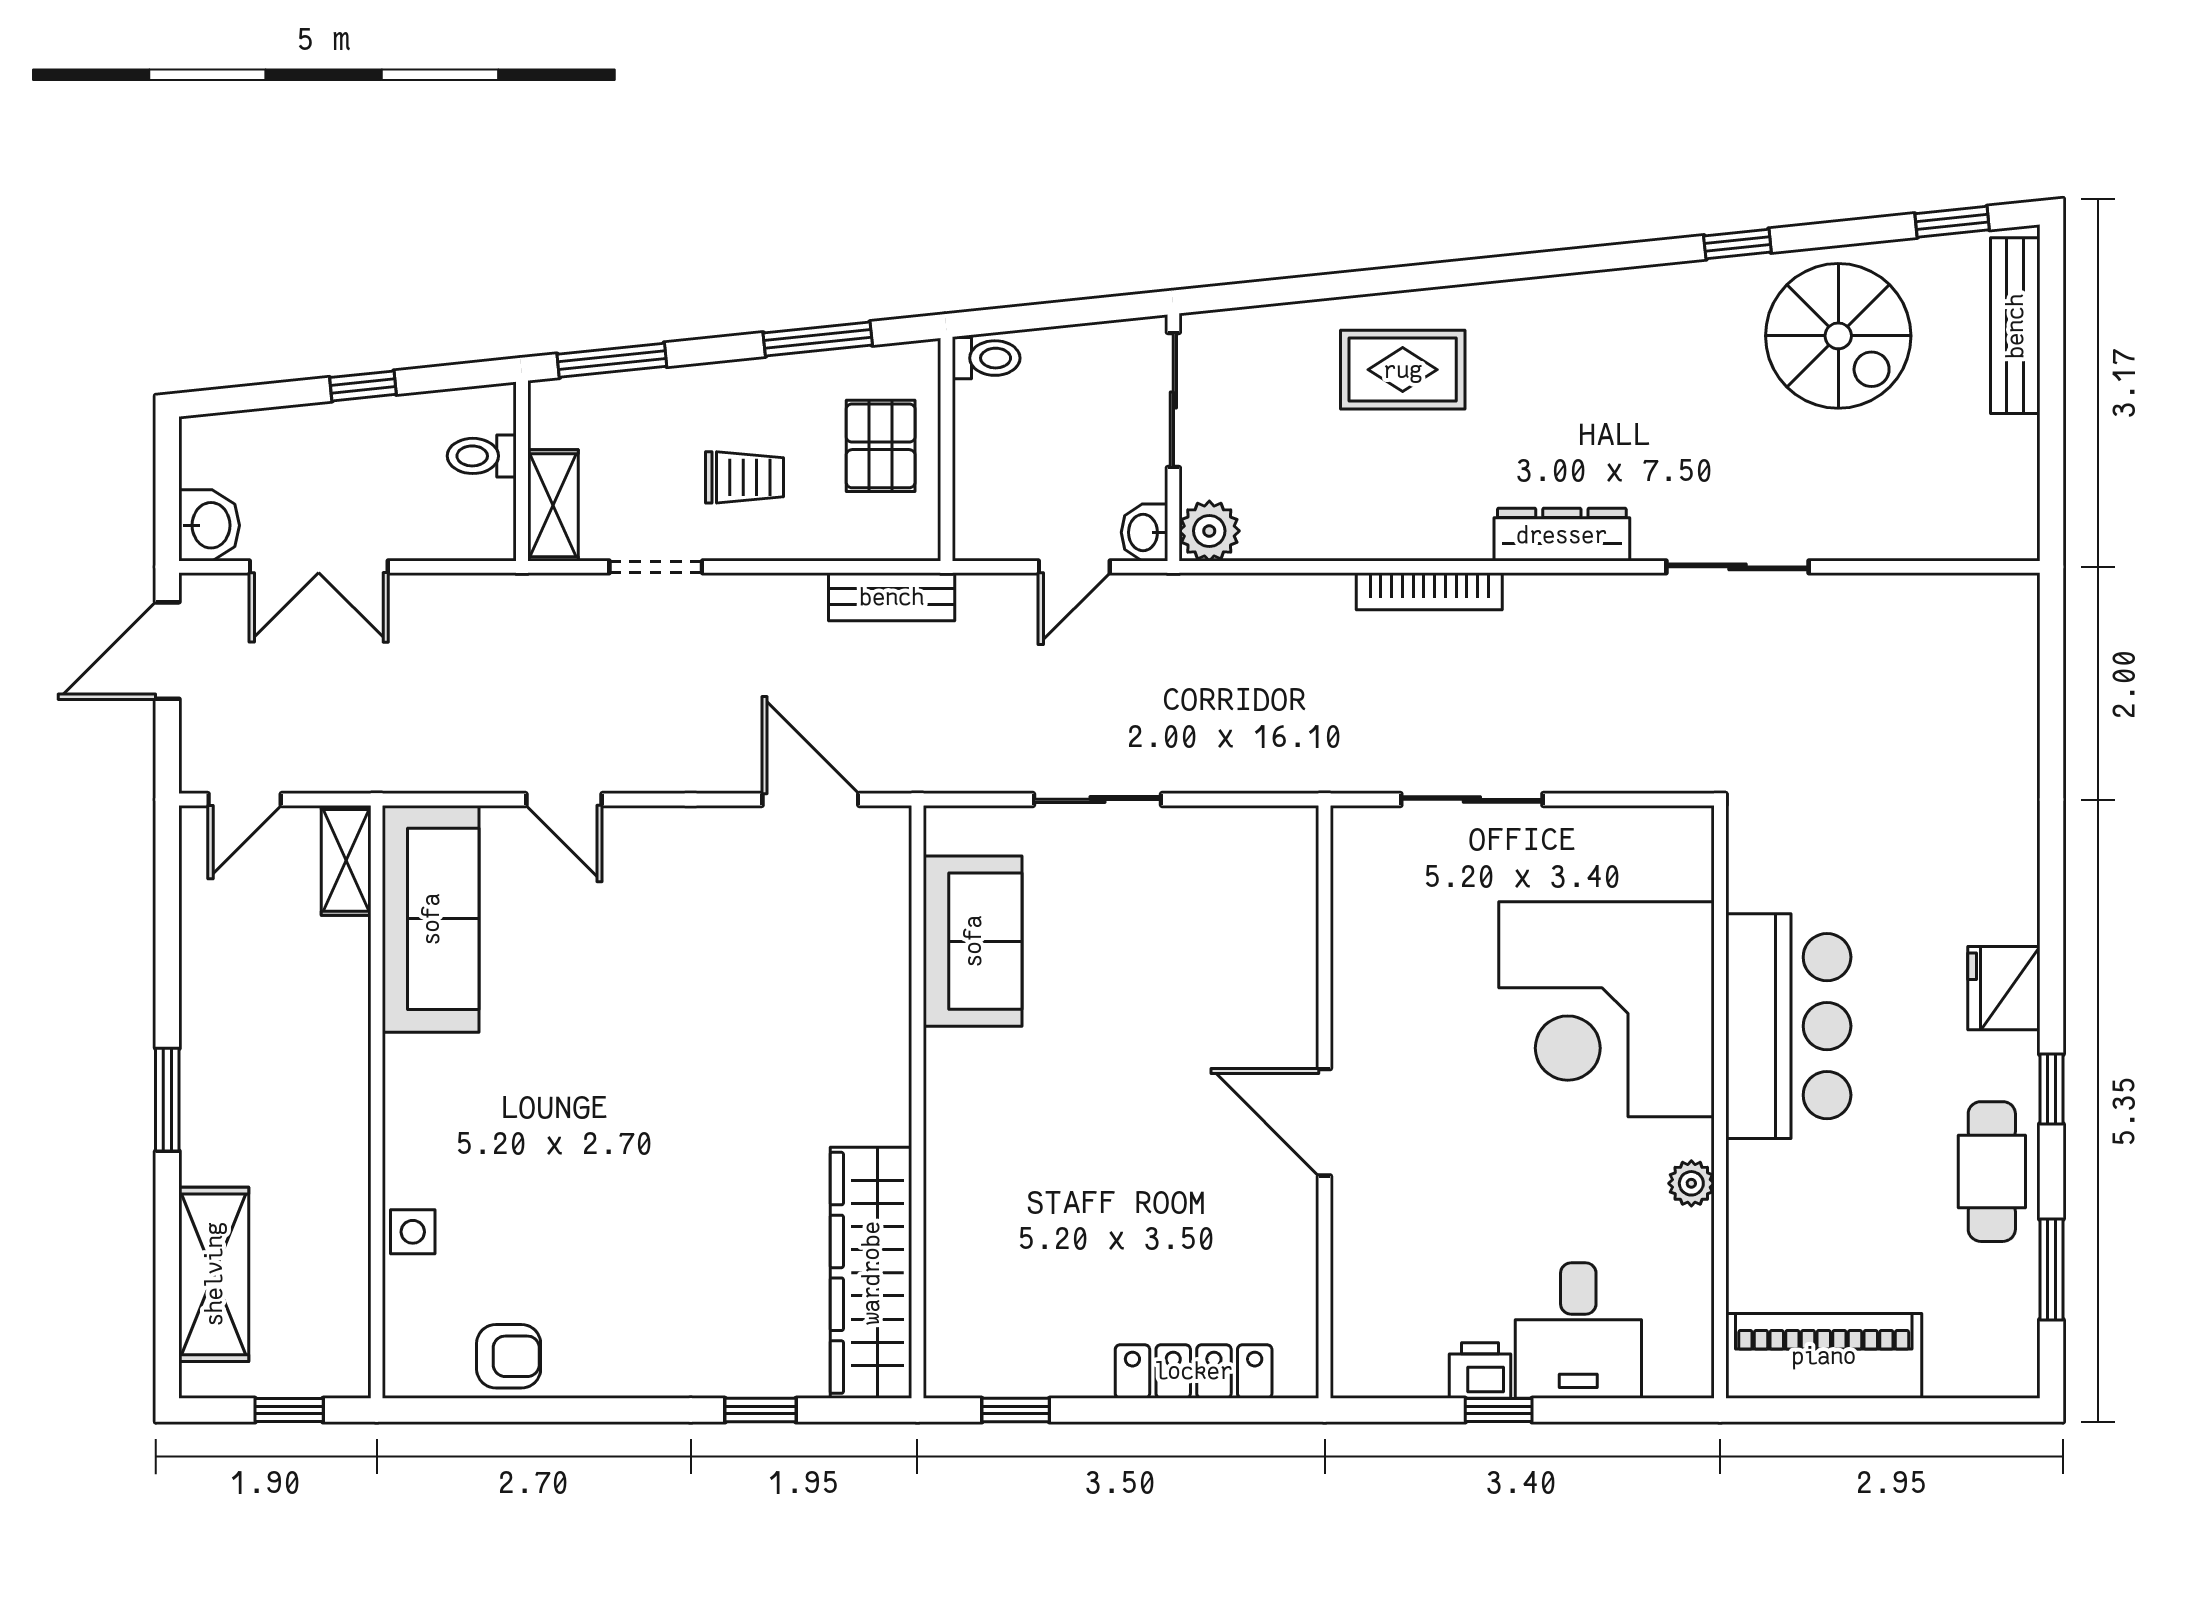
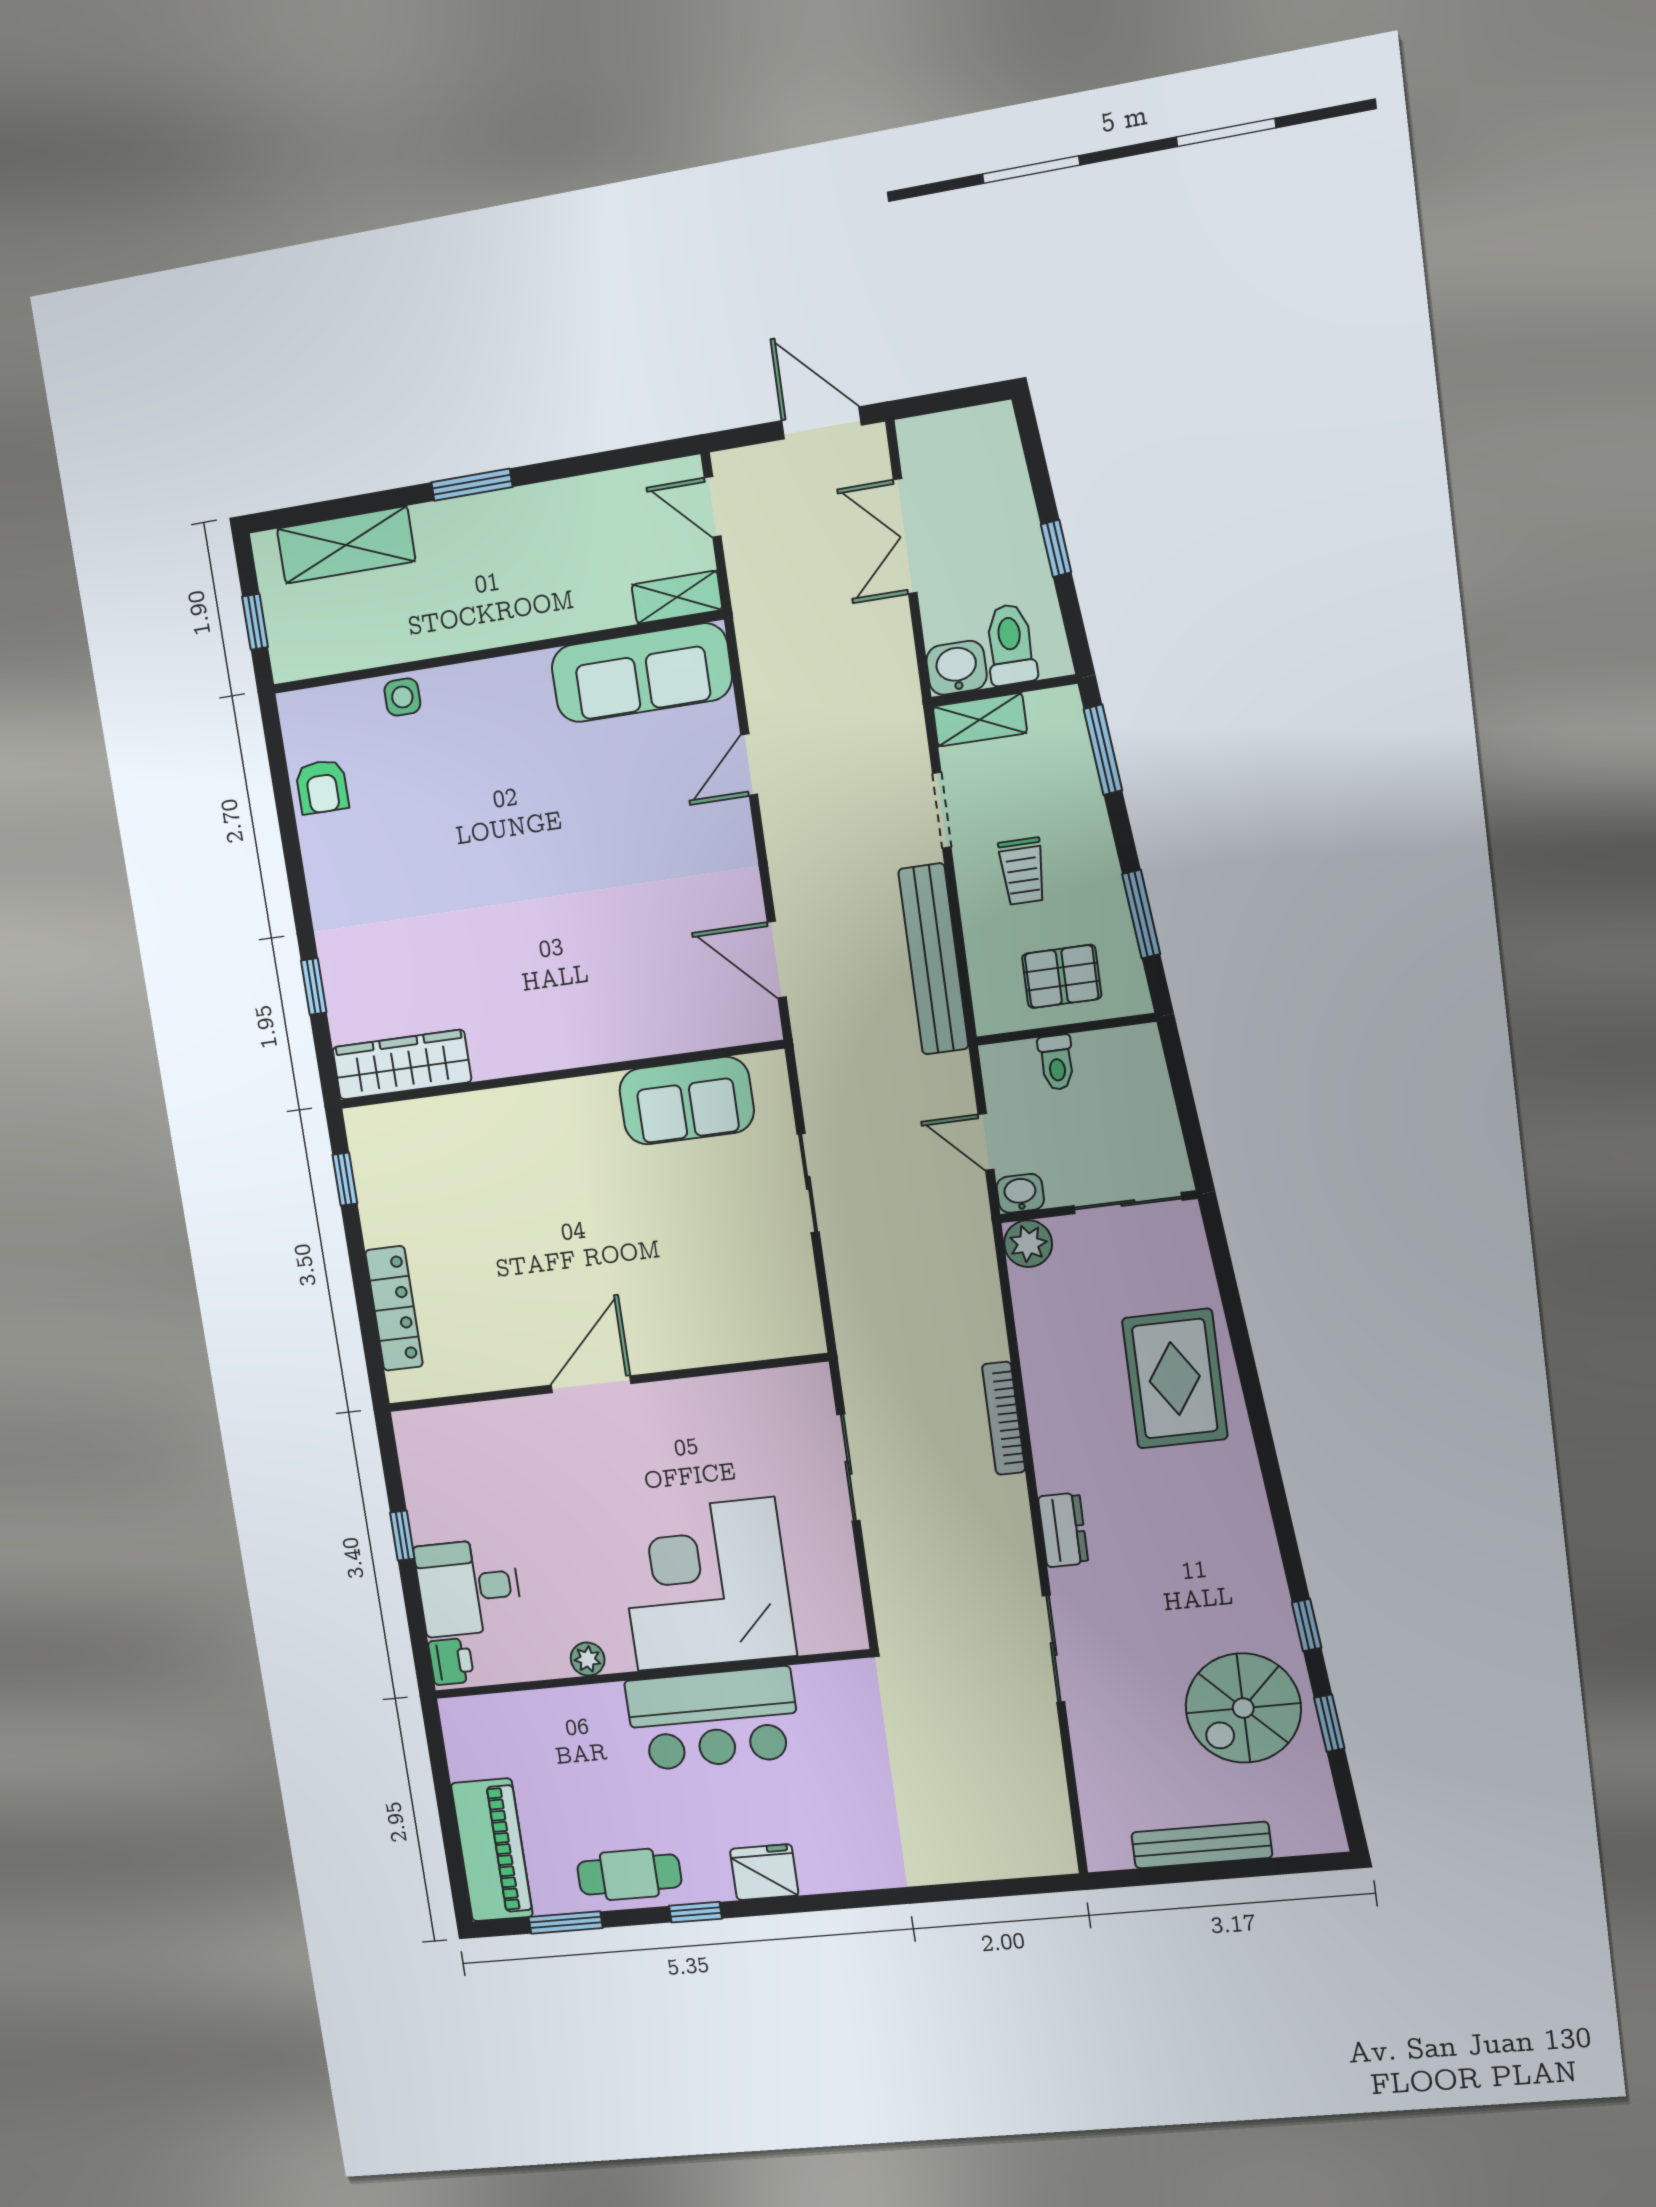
window: (1952, 222) -> (1329, 1723), moved
bench: (2015, 326) -> (1202, 1845), moved
toilet: (986, 358) -> (1057, 1062), moved
rug: (1403, 370) -> (1175, 1379), width x1.36, depth x1.43
toilet: (482, 456) -> (1010, 645), width x1.37, depth x1.39
washbasin: (209, 525) -> (957, 668), moved, turned 180
dresser: (1562, 535) -> (1063, 1530), width x0.70
bench: (892, 597) -> (933, 959), width x1.86, depth x1.21
door: (810, 799) -> (777, 960), swing flipped
wardrobe: (871, 1273) -> (402, 1065), width x0.71, depth x0.85
piano: (1824, 1356) -> (492, 1850), moved
printer: (1480, 1371) -> (451, 1661), moved

